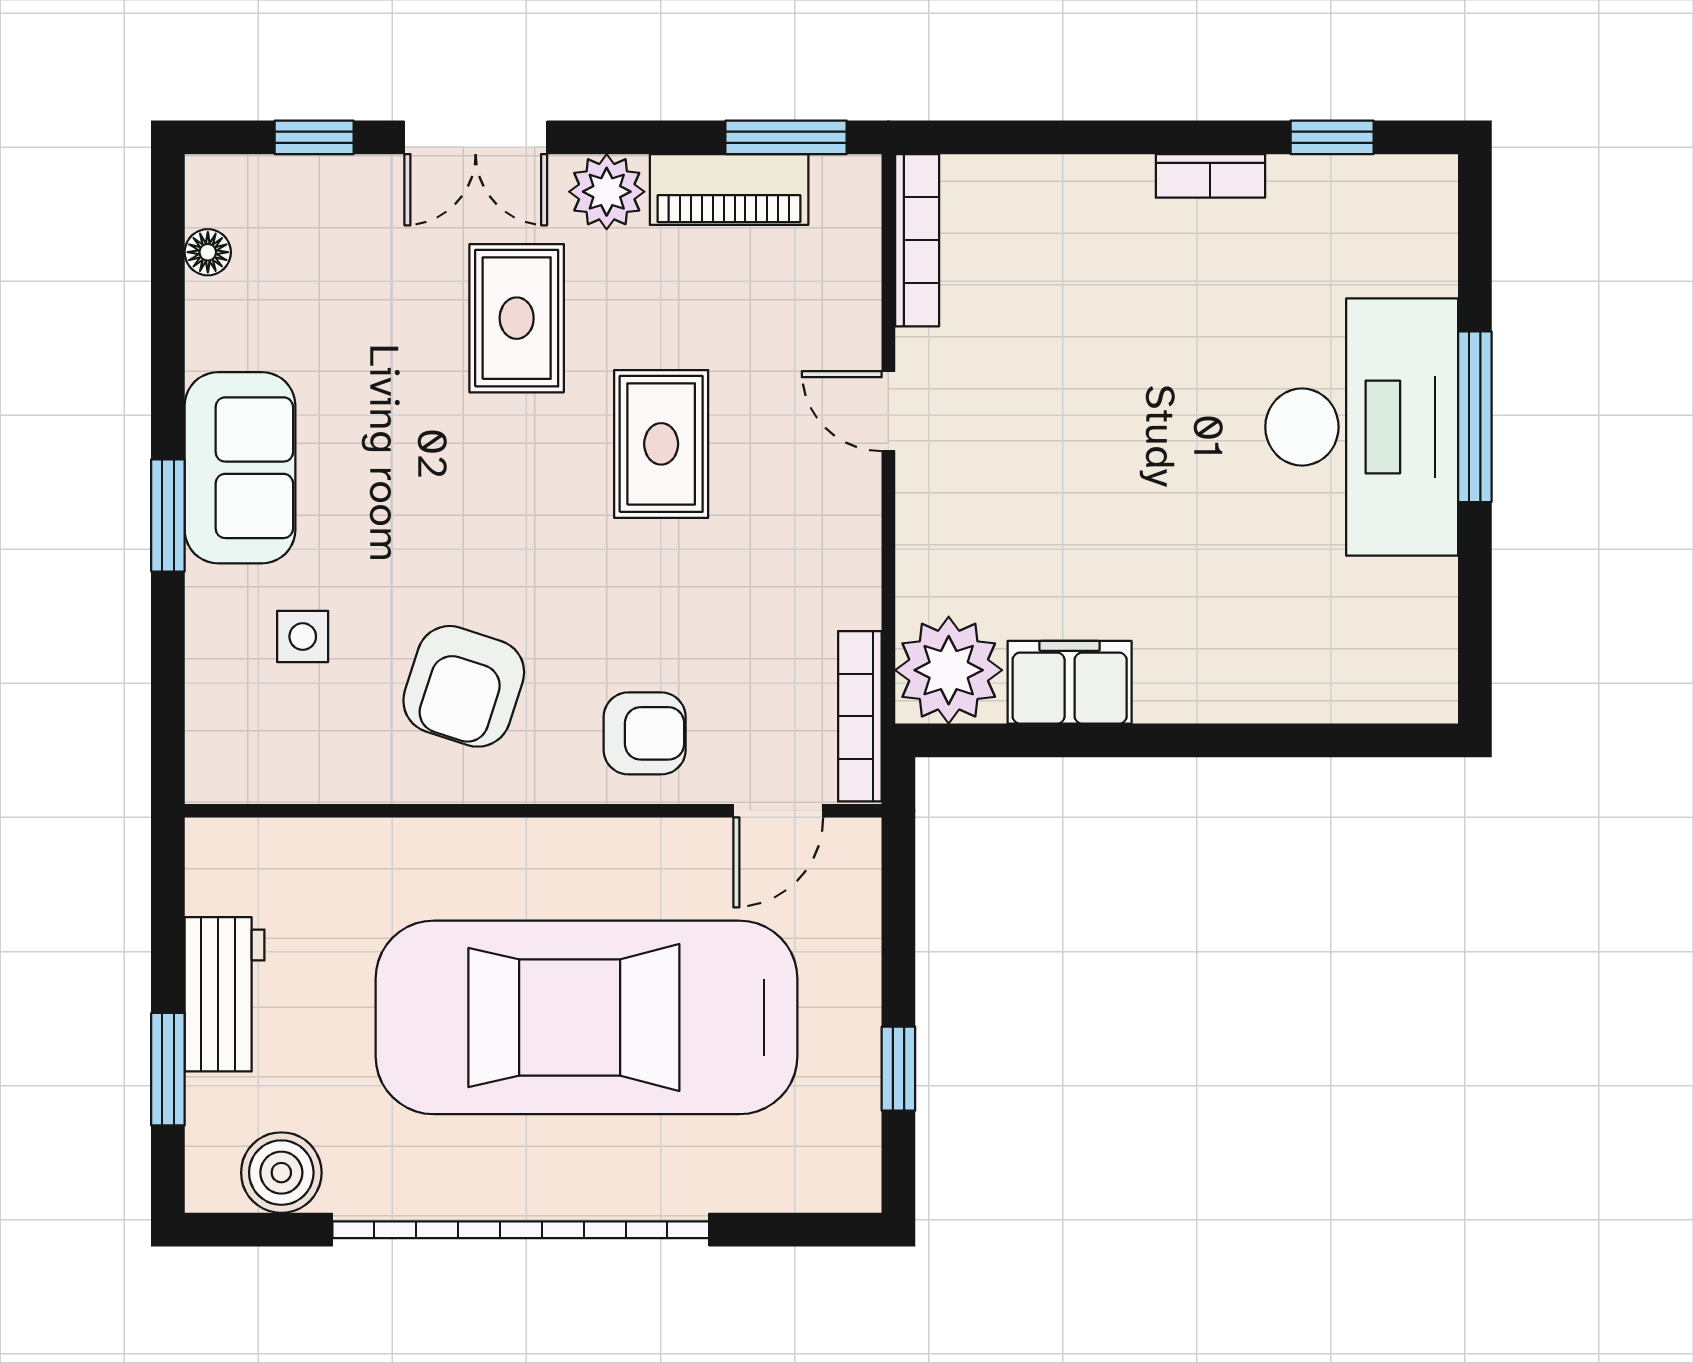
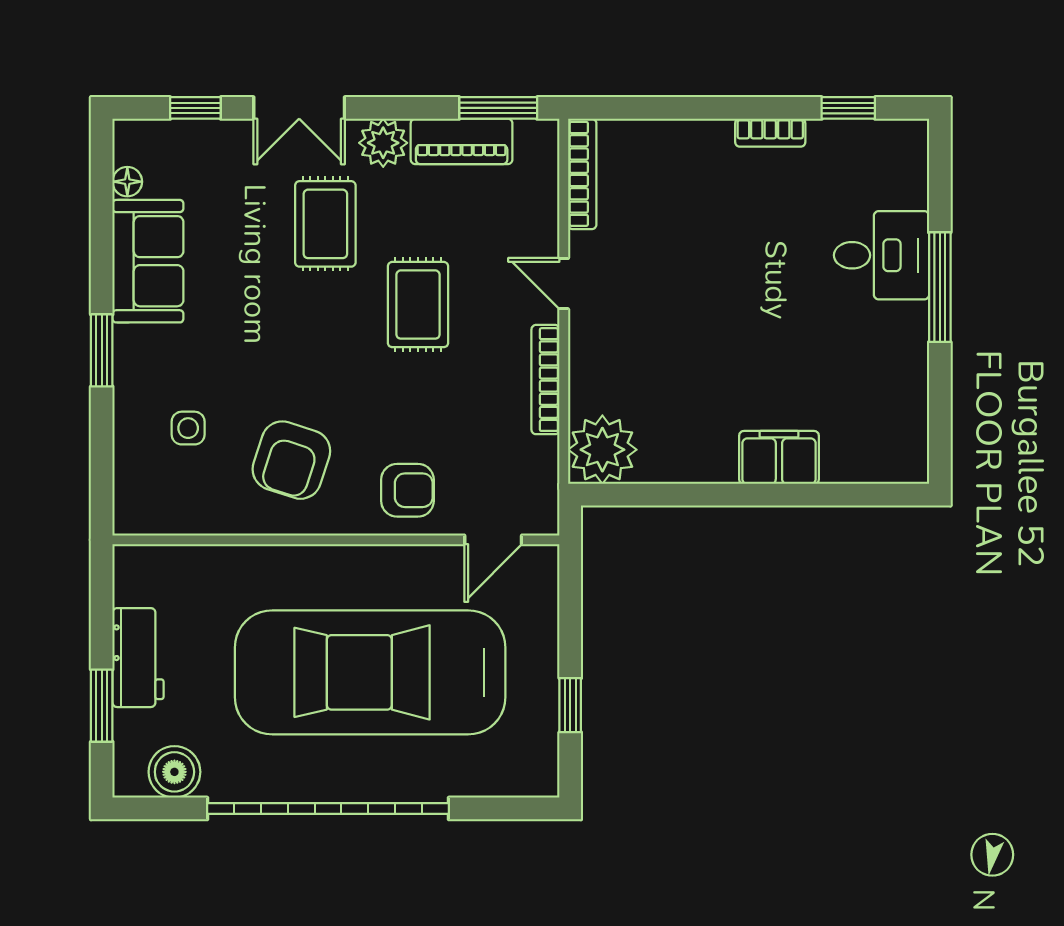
desk: (1362, 427) -> (882, 255), width x0.53, depth x0.77
sofa: (240, 468) -> (148, 261), moved
filing cabinet: (1070, 682) -> (779, 457), moved
bookcase: (860, 716) -> (545, 380), moved

